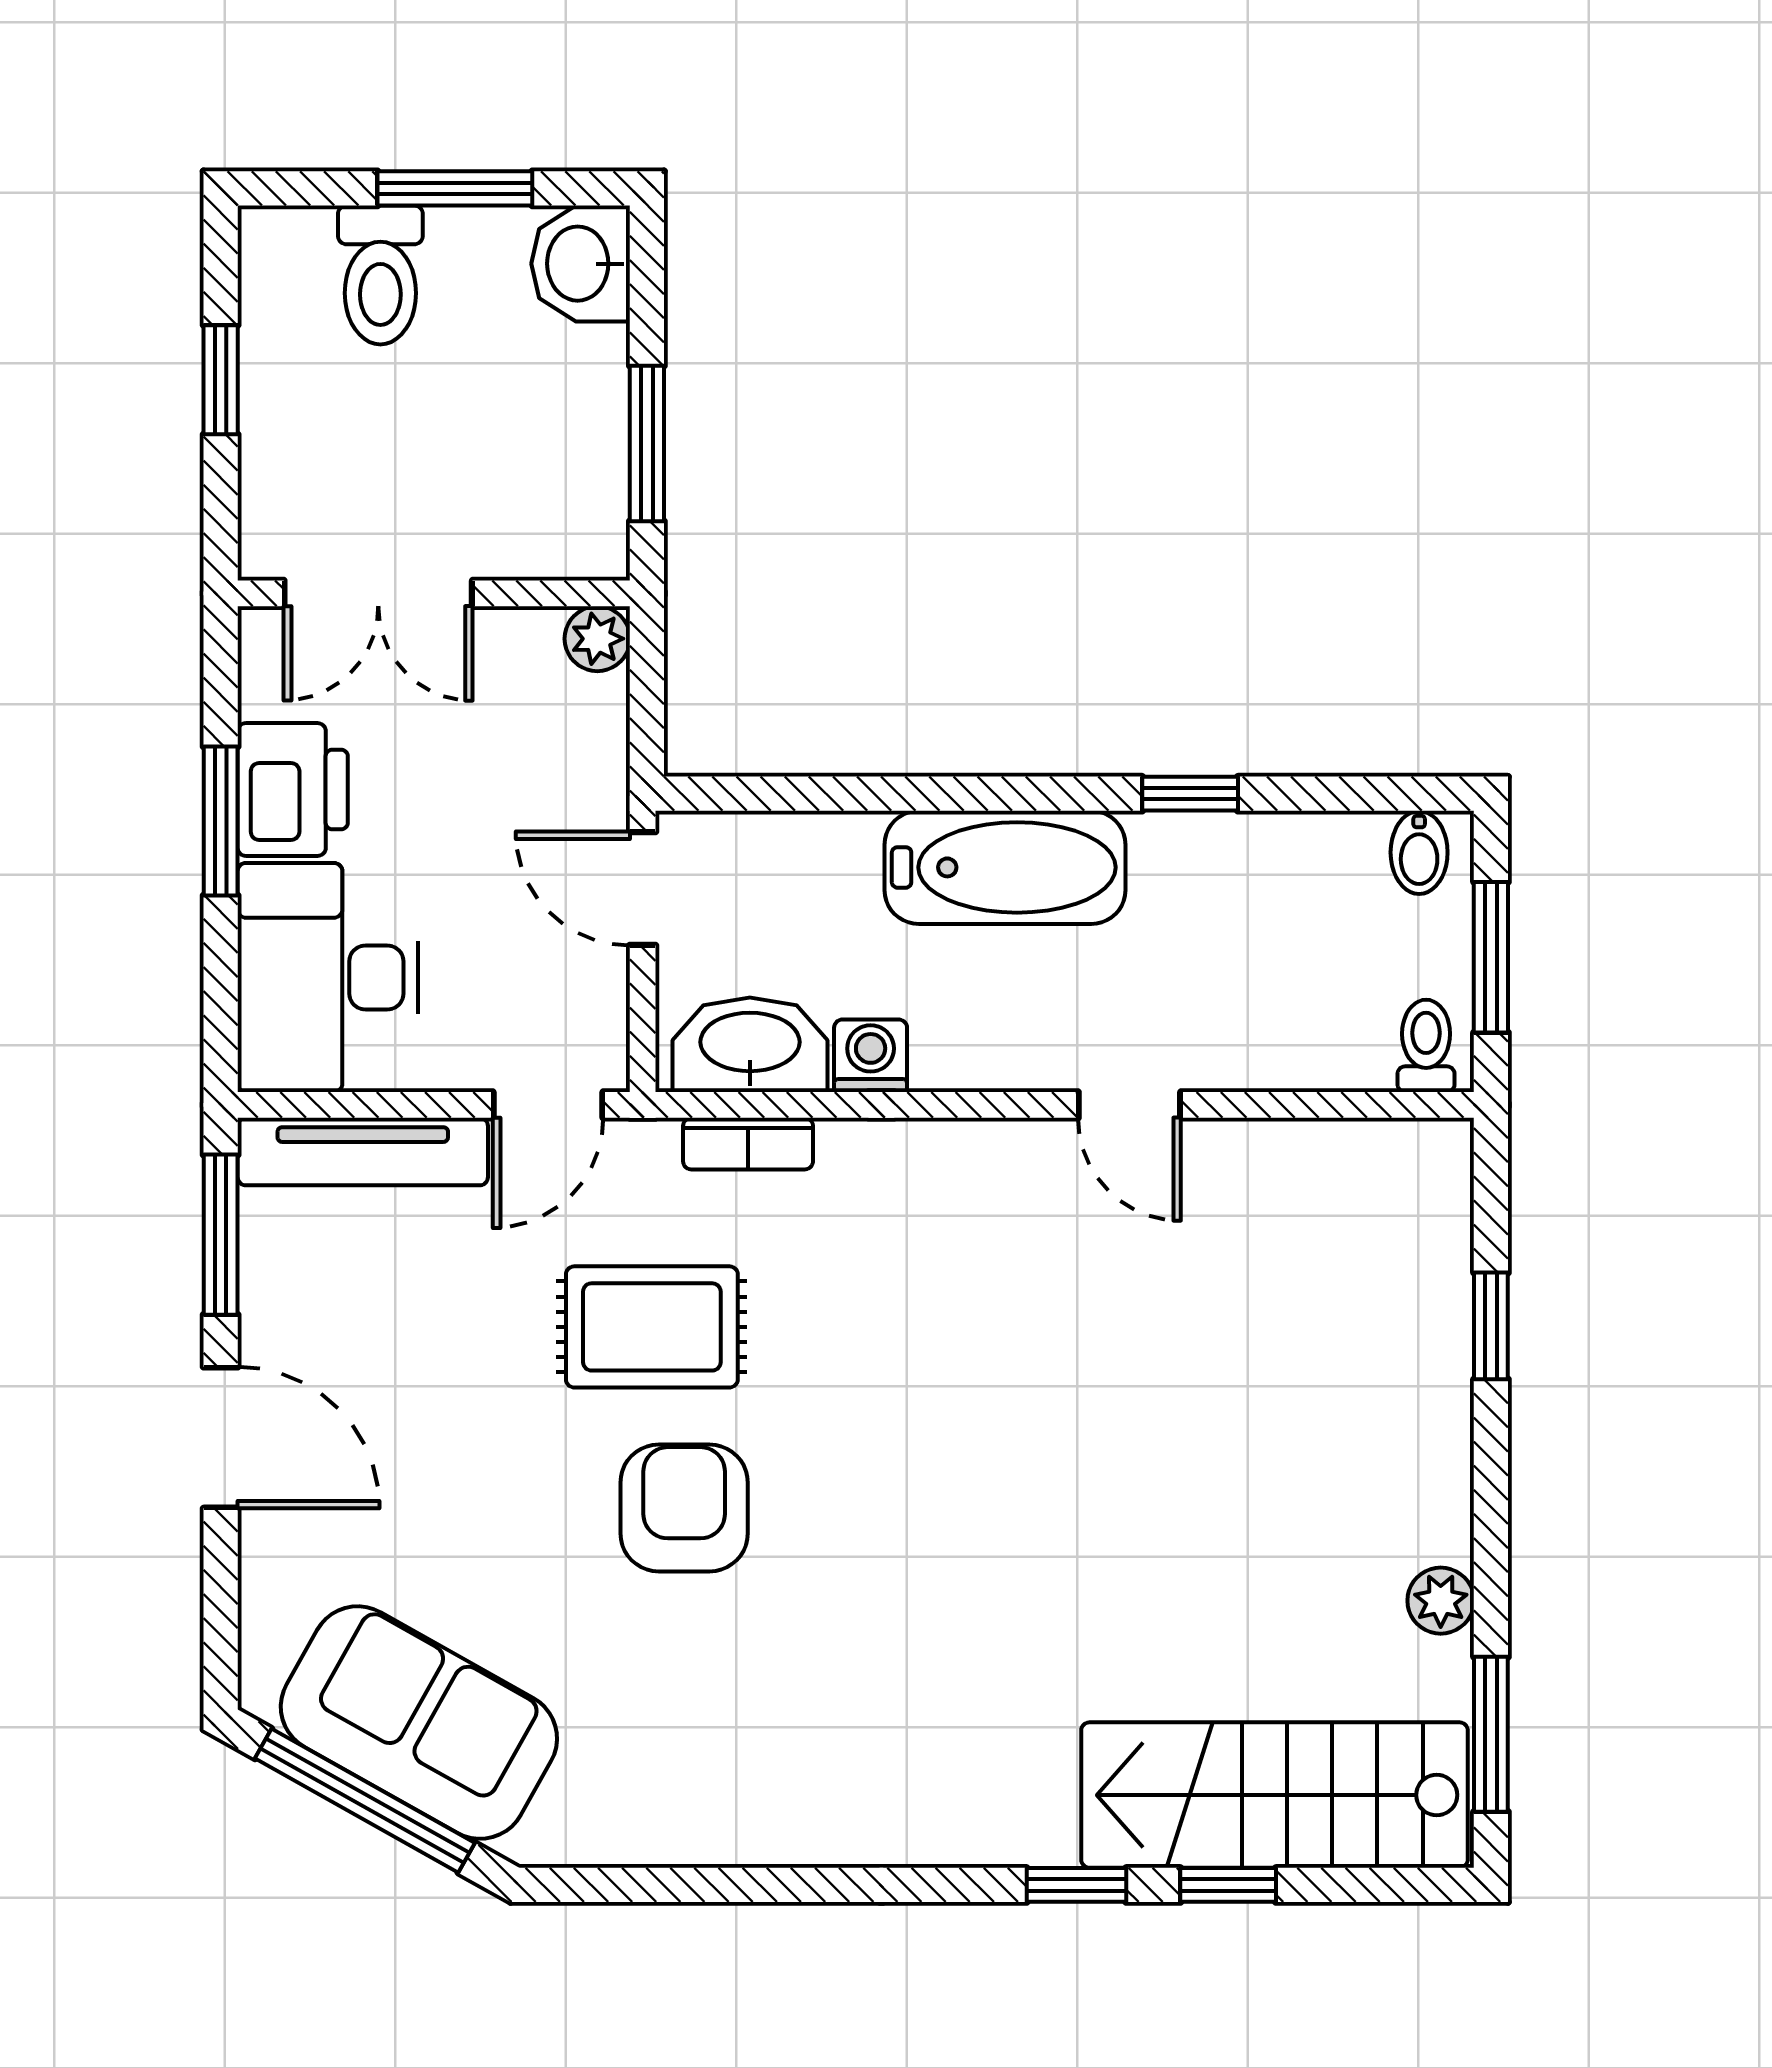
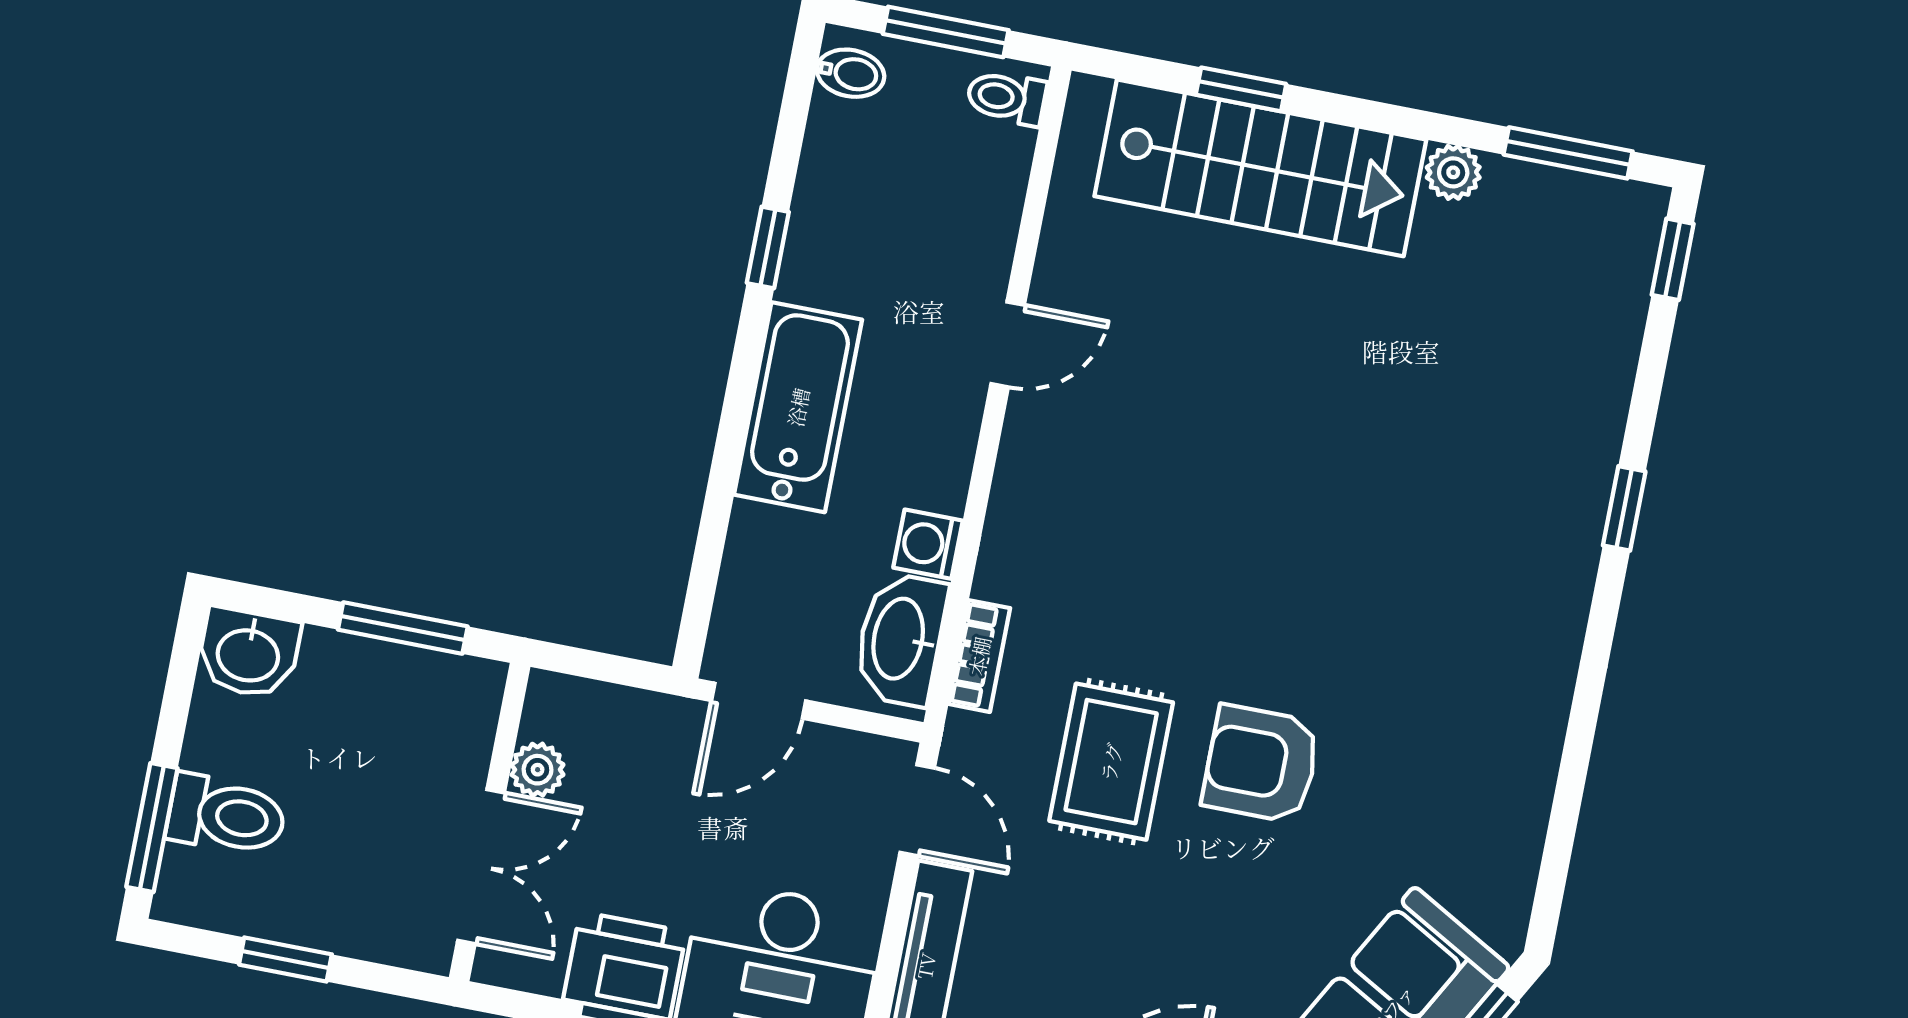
window: (455, 188) -> (152, 828), moved
plant: (597, 639) -> (538, 770), moved
stairs: (1274, 1795) -> (1260, 168), moved, turned -90
window: (1228, 1885) -> (1673, 259), moved

